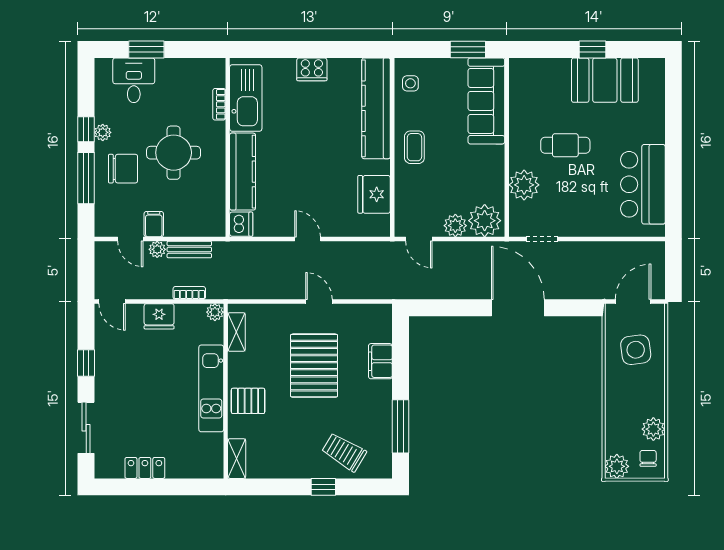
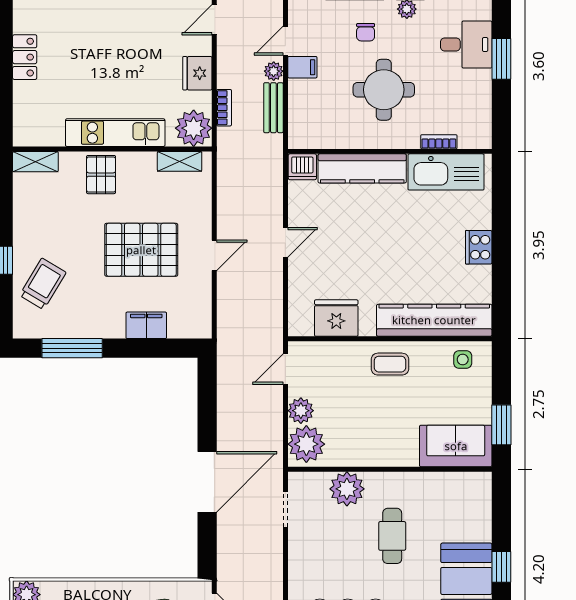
sofa: (486, 101) -> (456, 446), width x0.73
chair: (123, 169) -> (366, 32), width x0.54, depth x0.54
plant: (215, 312) -> (194, 128), width x1.88, depth x1.88

